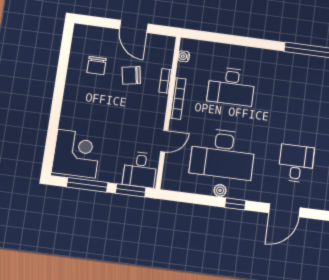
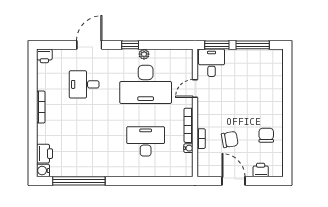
printer: (100, 35) -> (261, 170), added
water cooler: (184, 56) -> (188, 148), moved
chair: (97, 65) -> (266, 135), moved
corner desk: (76, 154) -> (265, 69), removed
desk: (223, 154) -> (146, 84), turned 180
desk: (296, 163) -> (84, 84), turned 90

